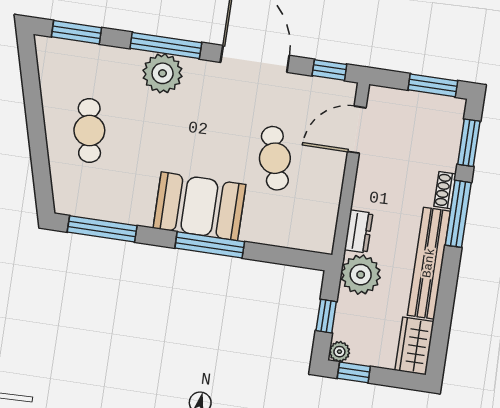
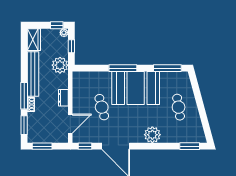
window: (166, 46) -> (153, 146), removed
booth: (199, 206) -> (136, 88), width x1.36, depth x1.42
dresser: (359, 231) -> (63, 98), moved

